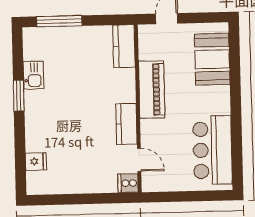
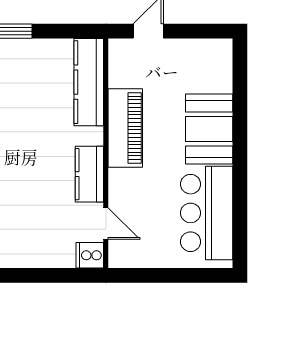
kitchen counter: (124, 46) -> (89, 82), width x1.50
booth: (212, 59) -> (209, 129), moved

